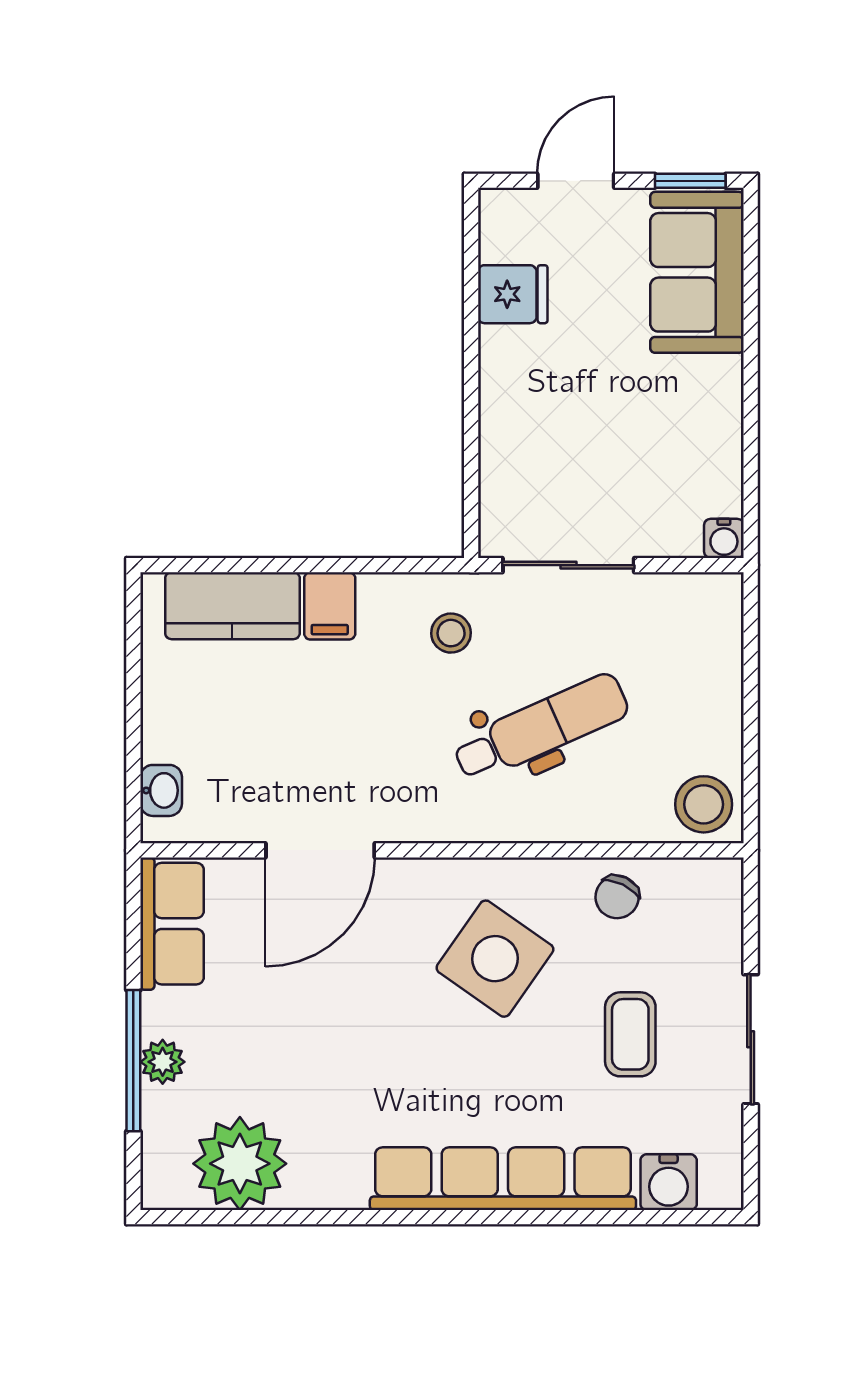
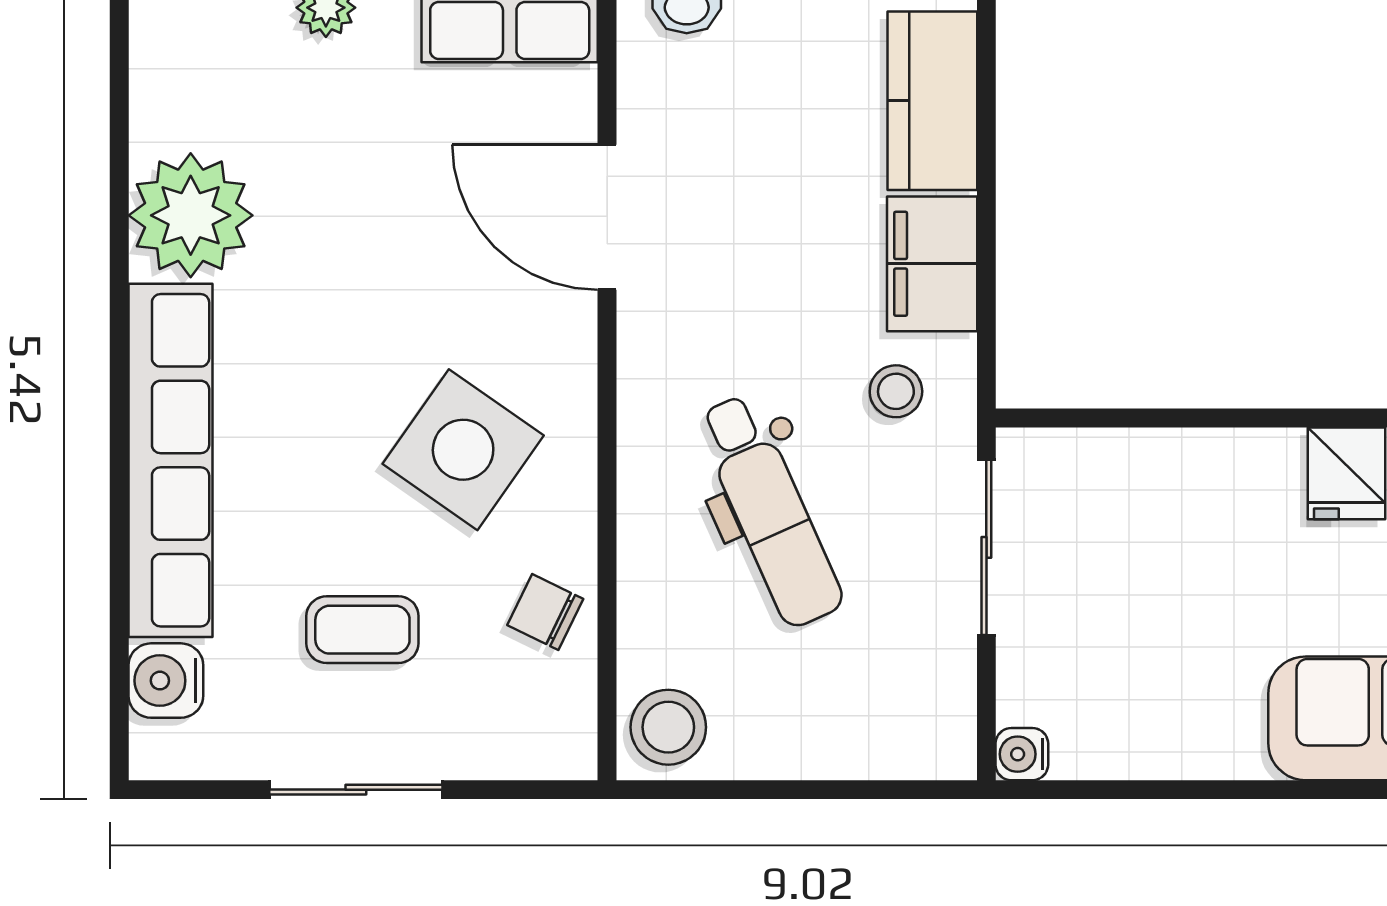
filing cabinet: (330, 606) -> (932, 264), width x2.00
plant: (240, 1164) -> (191, 215), moved

